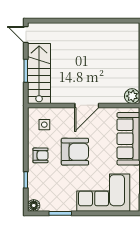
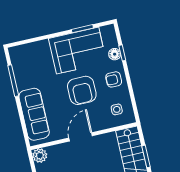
armchair: (75, 152) -> (82, 90), turned -90
corner sofa: (103, 193) -> (78, 51), moved
floor lamp: (34, 205) -> (115, 54), moved

